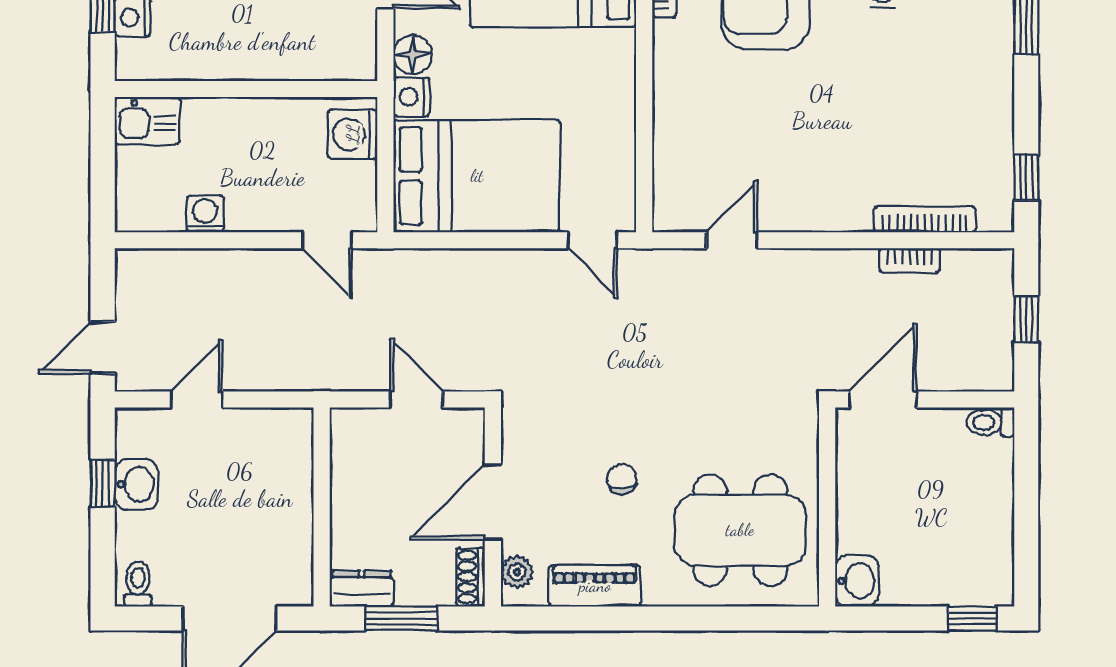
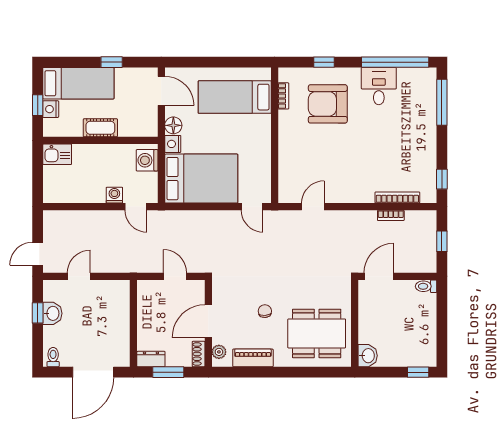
cot: (246, 60) -> (100, 128), added
washing machine: (205, 214) -> (114, 195), moved

